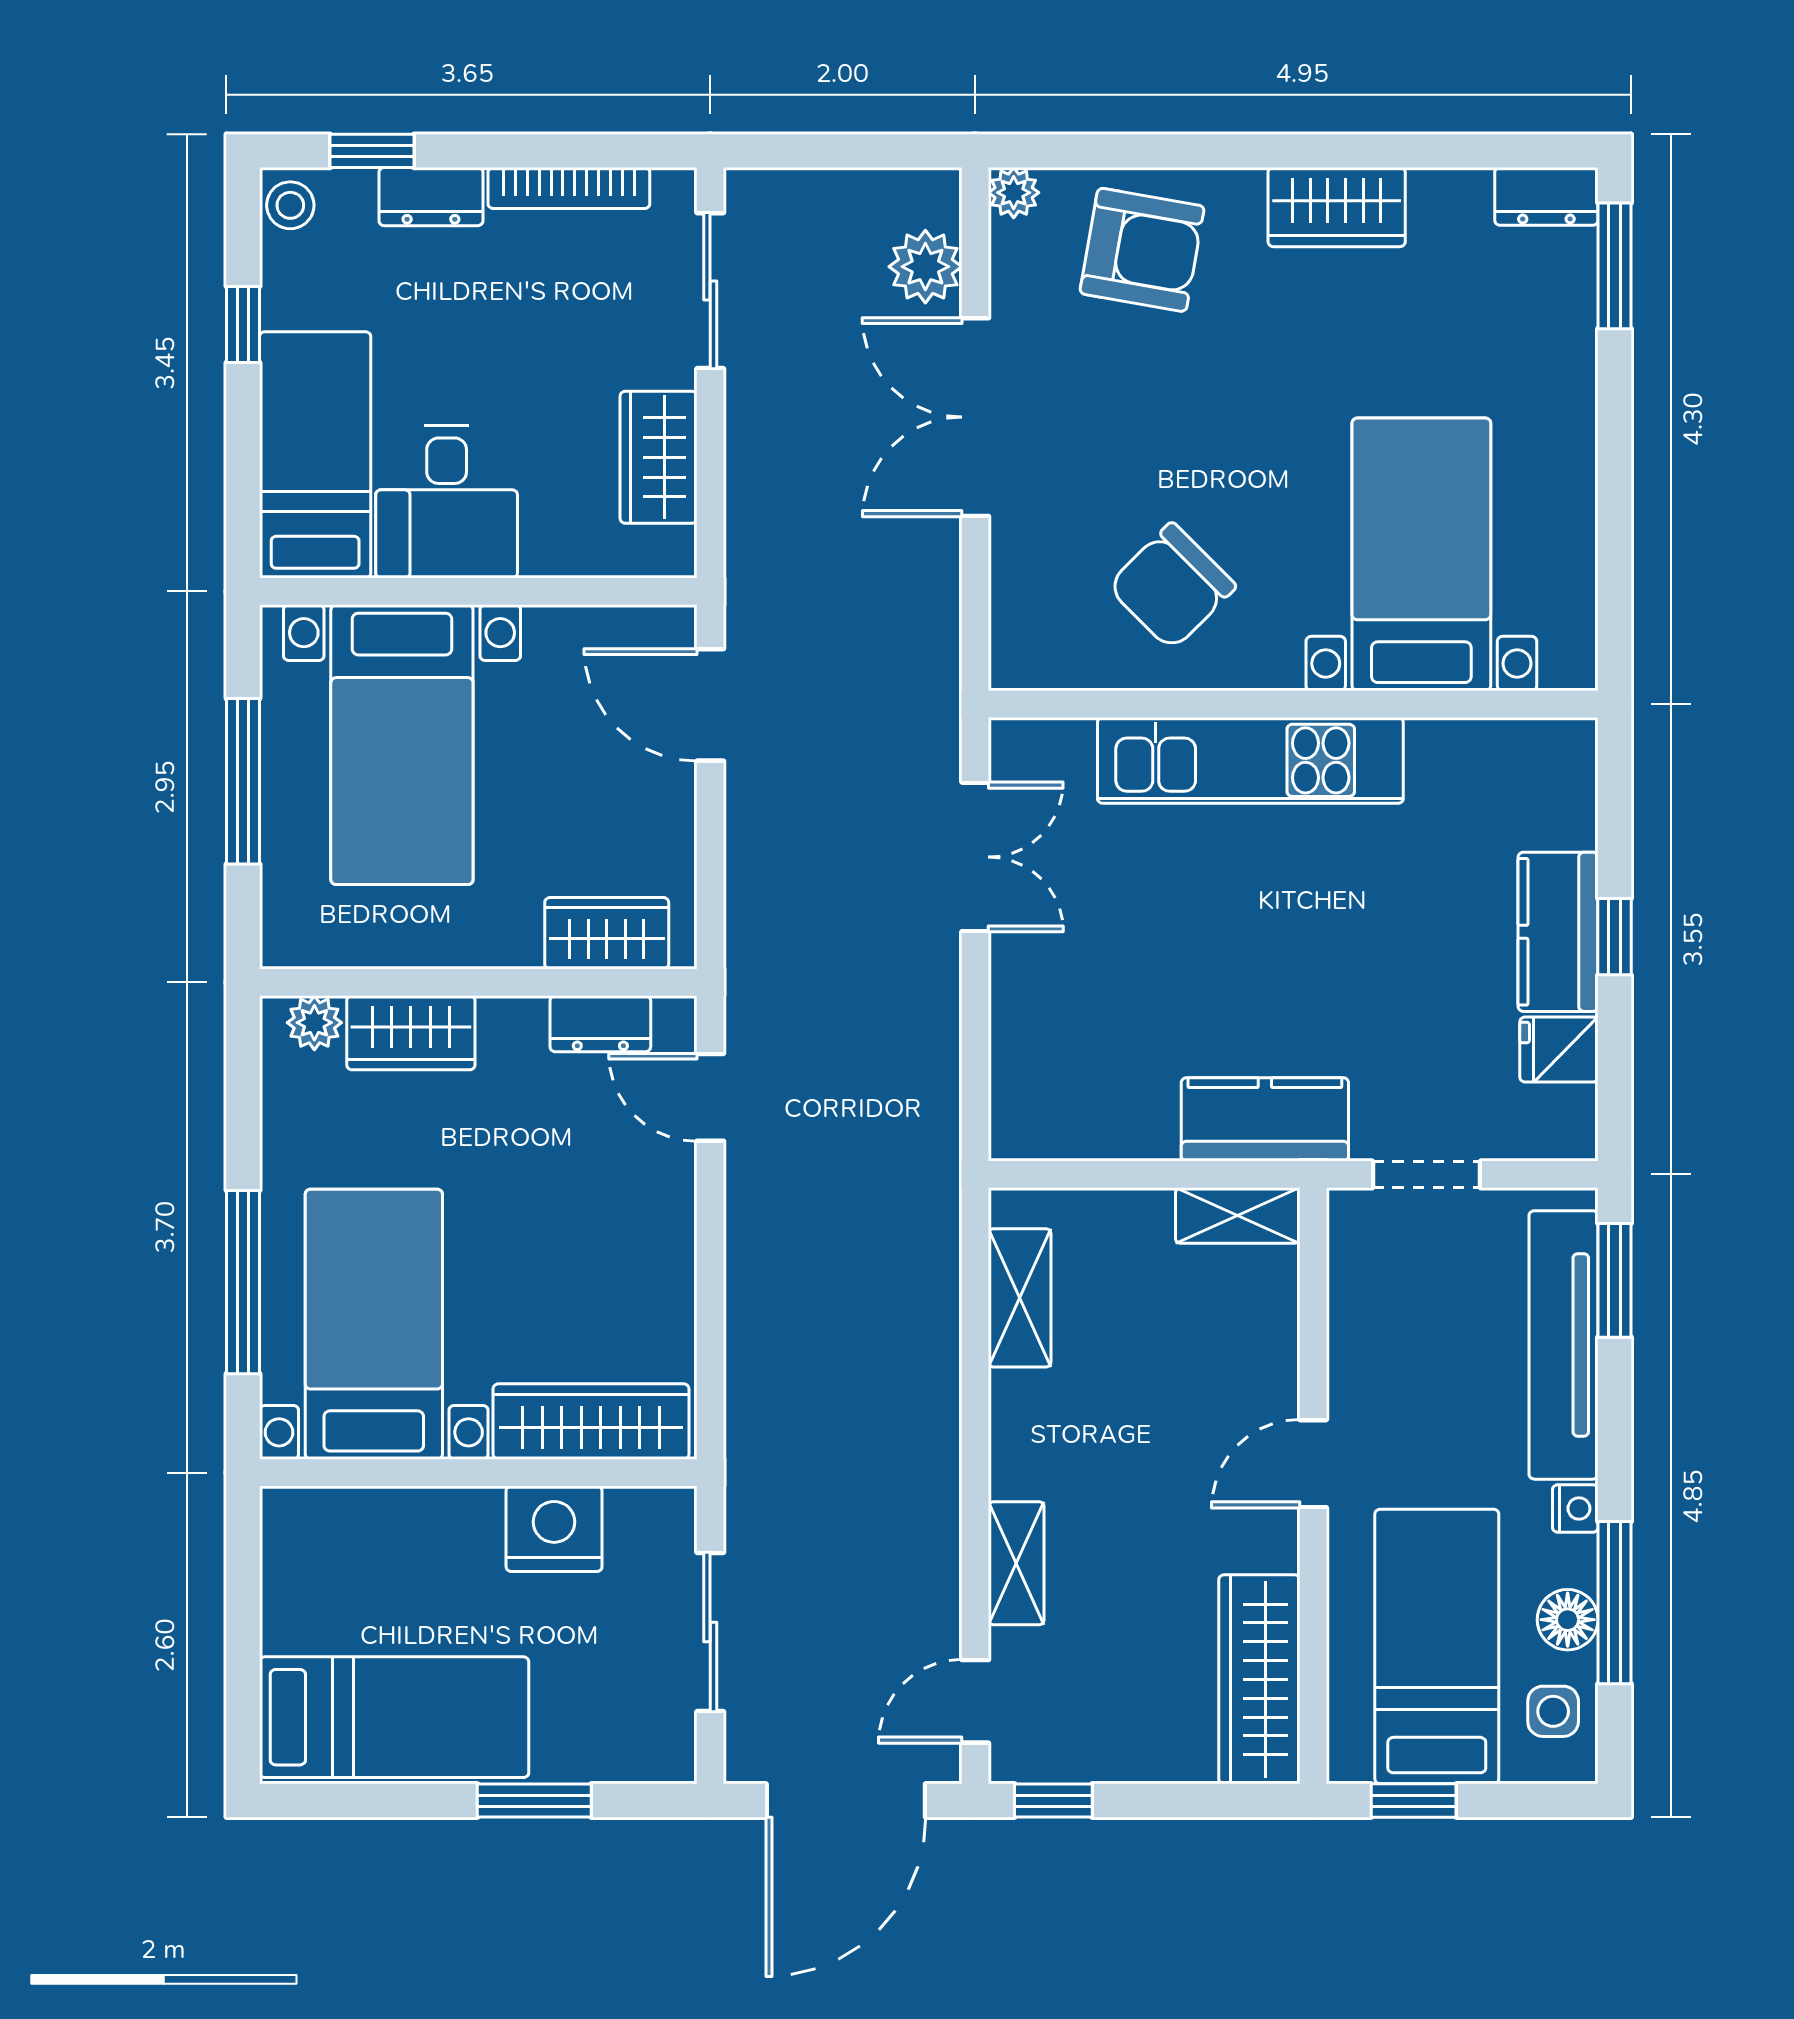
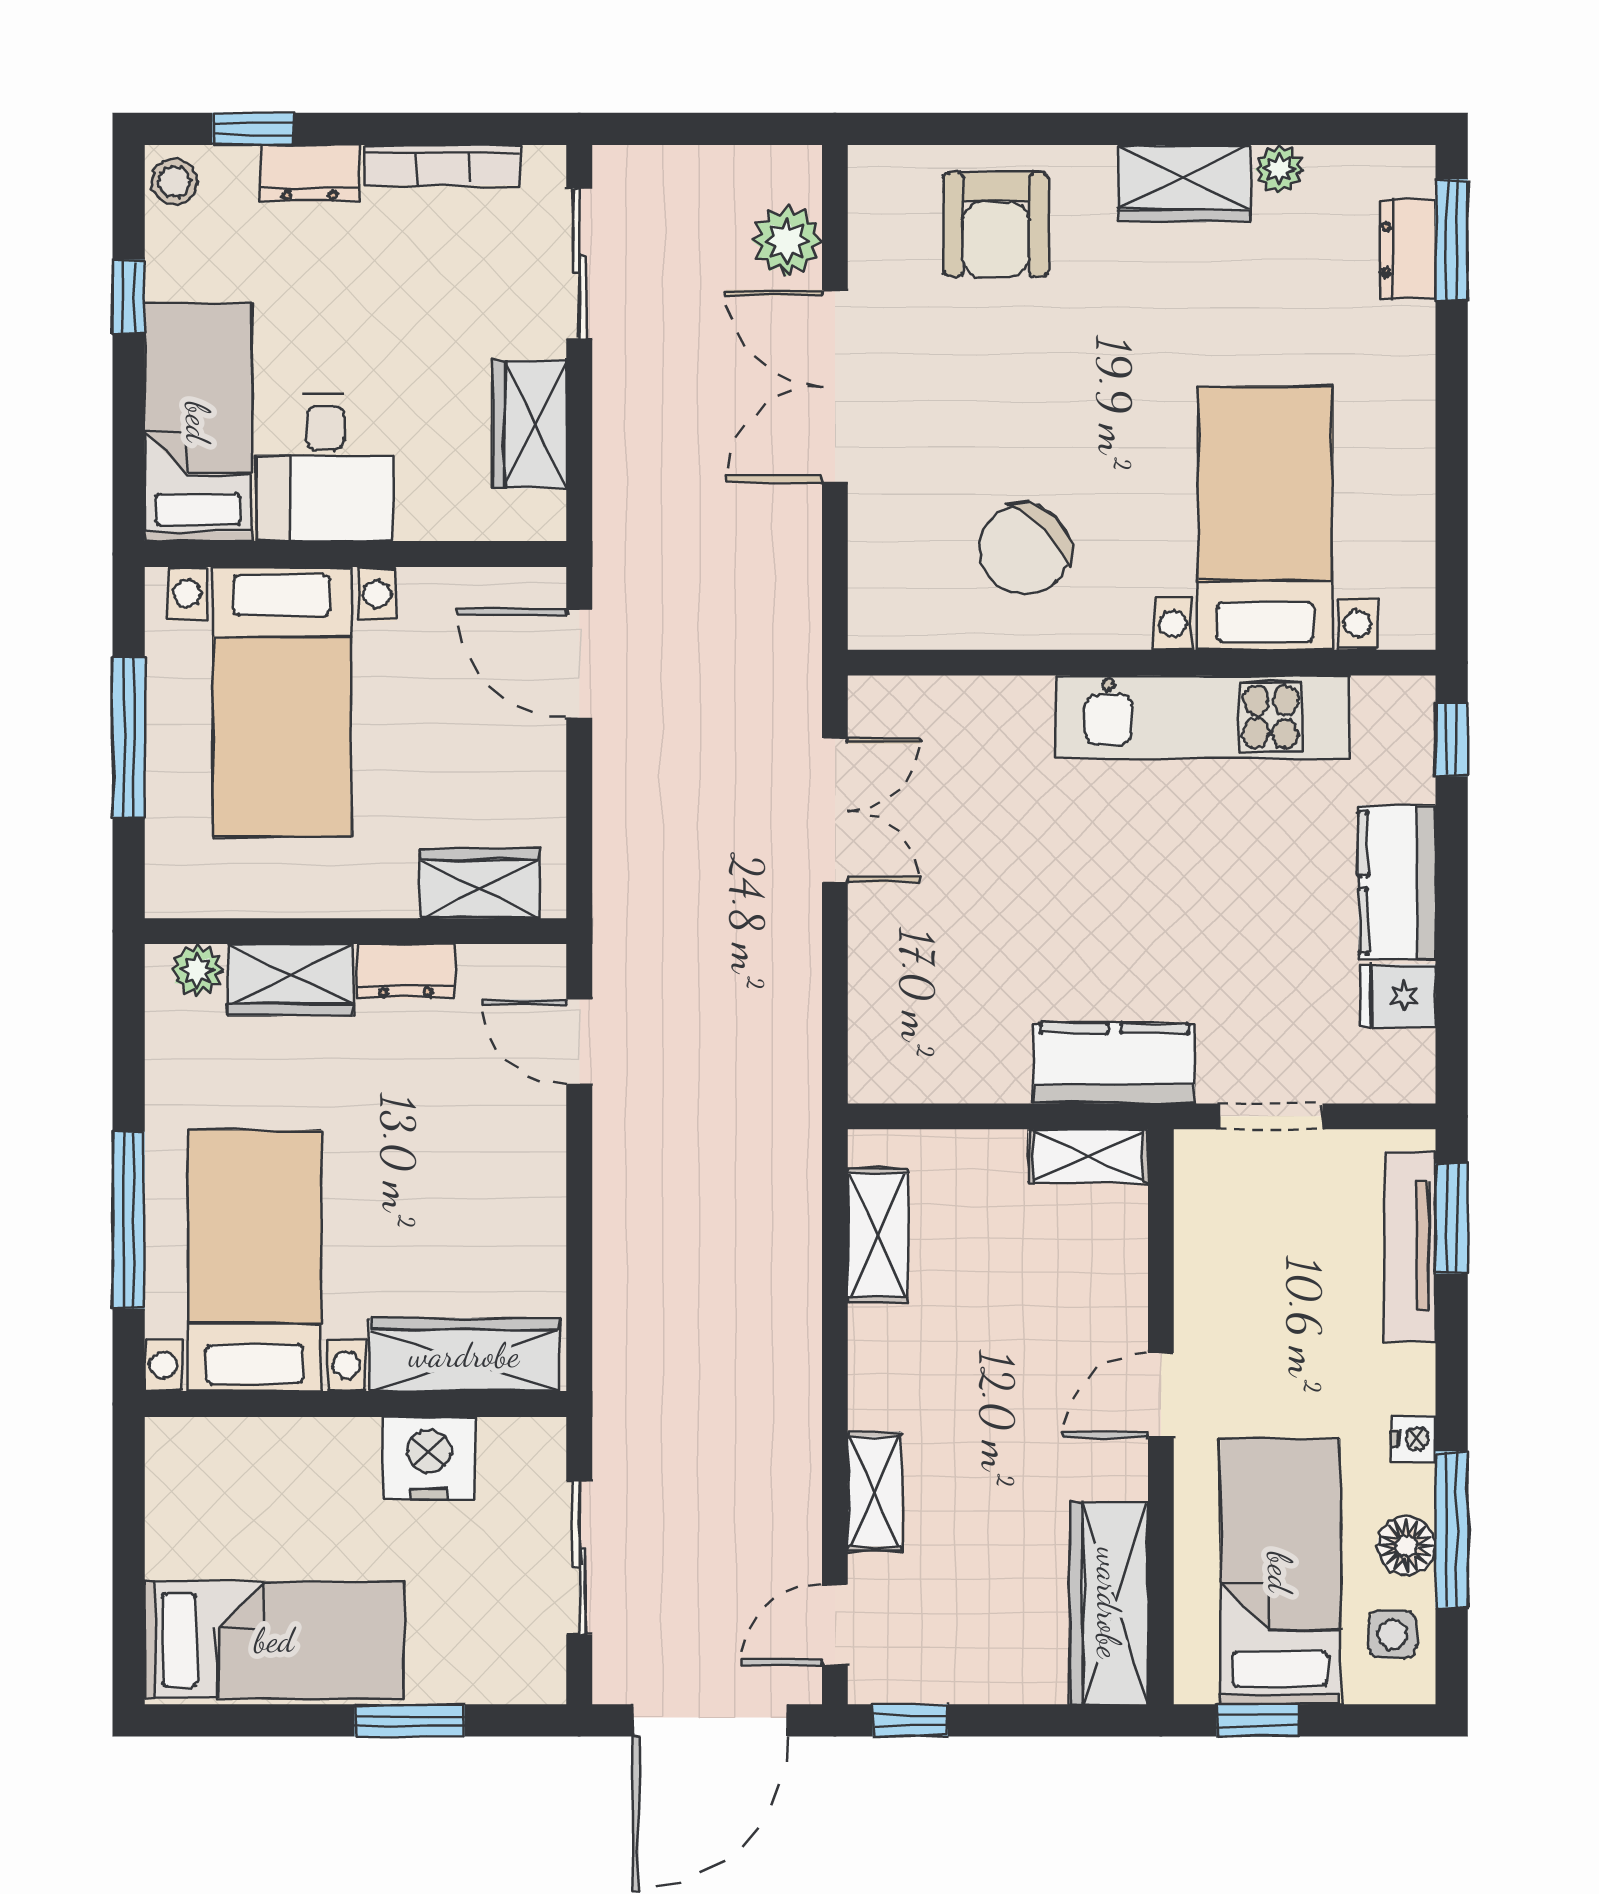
plant: (1014, 193) -> (1279, 169), moved
dresser: (1546, 196) -> (1408, 249), moved, turned 90
armchair: (1142, 250) -> (996, 224), turned 80
kitchen unit: (1250, 760) -> (1203, 717), moved
window: (1615, 937) -> (1452, 739), moved
dresser: (600, 1024) -> (406, 971), moved
tv unit: (1564, 1345) -> (1410, 1246), width x0.73, depth x0.78

